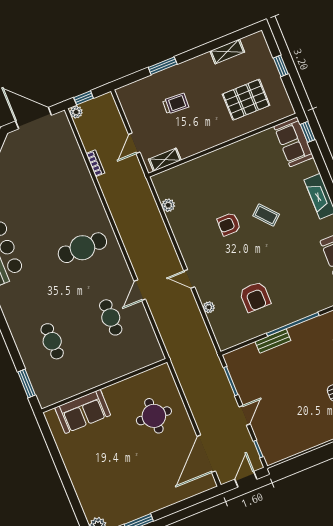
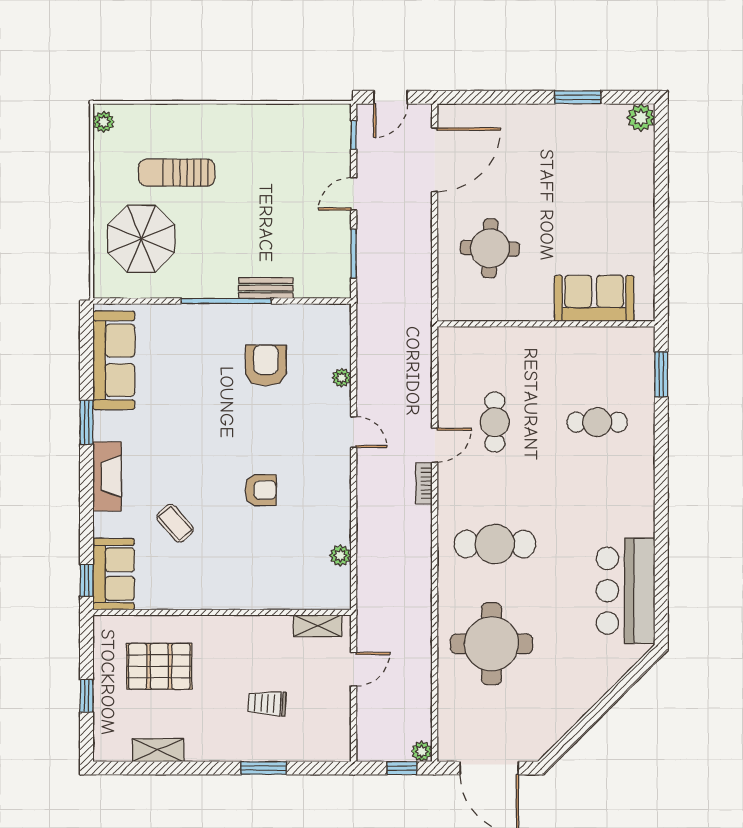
bookcase: (95, 163) -> (424, 483), moved
round table: (61, 190) -> (492, 644), added
coffee table: (266, 215) -> (175, 523), moved
cafe table: (52, 341) -> (597, 422), turned 90

